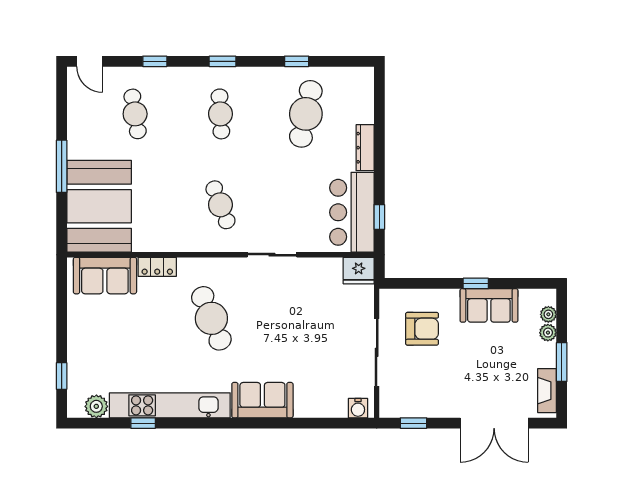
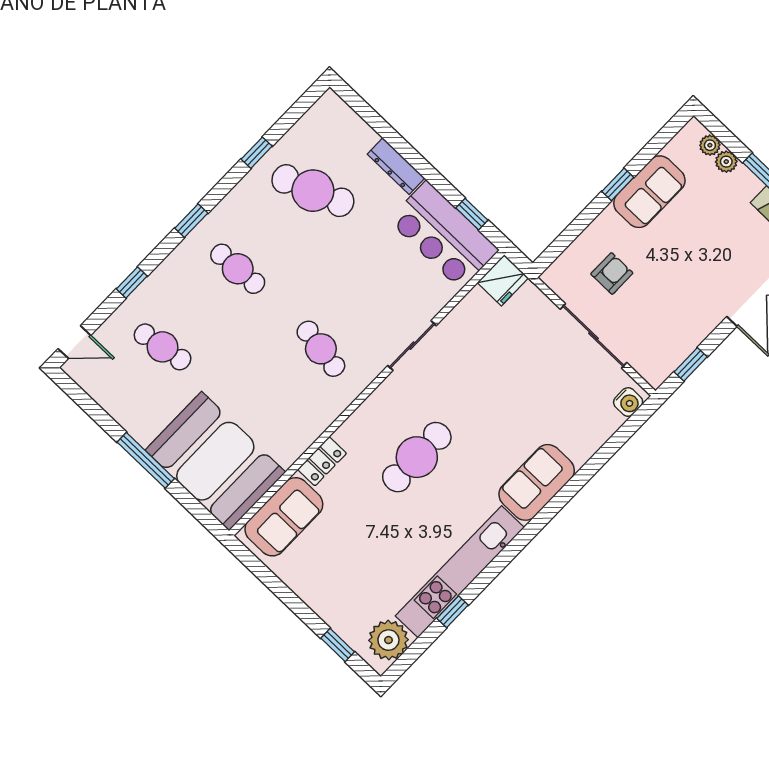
cafe table: (306, 114) -> (313, 191), turned -33
cafe table: (220, 205) -> (321, 349), turned 30
cafe table: (211, 318) -> (417, 457), turned -68
armchair: (422, 329) -> (612, 273), width x0.72, depth x0.72
plant: (96, 406) -> (388, 640), width x1.36, depth x1.36

